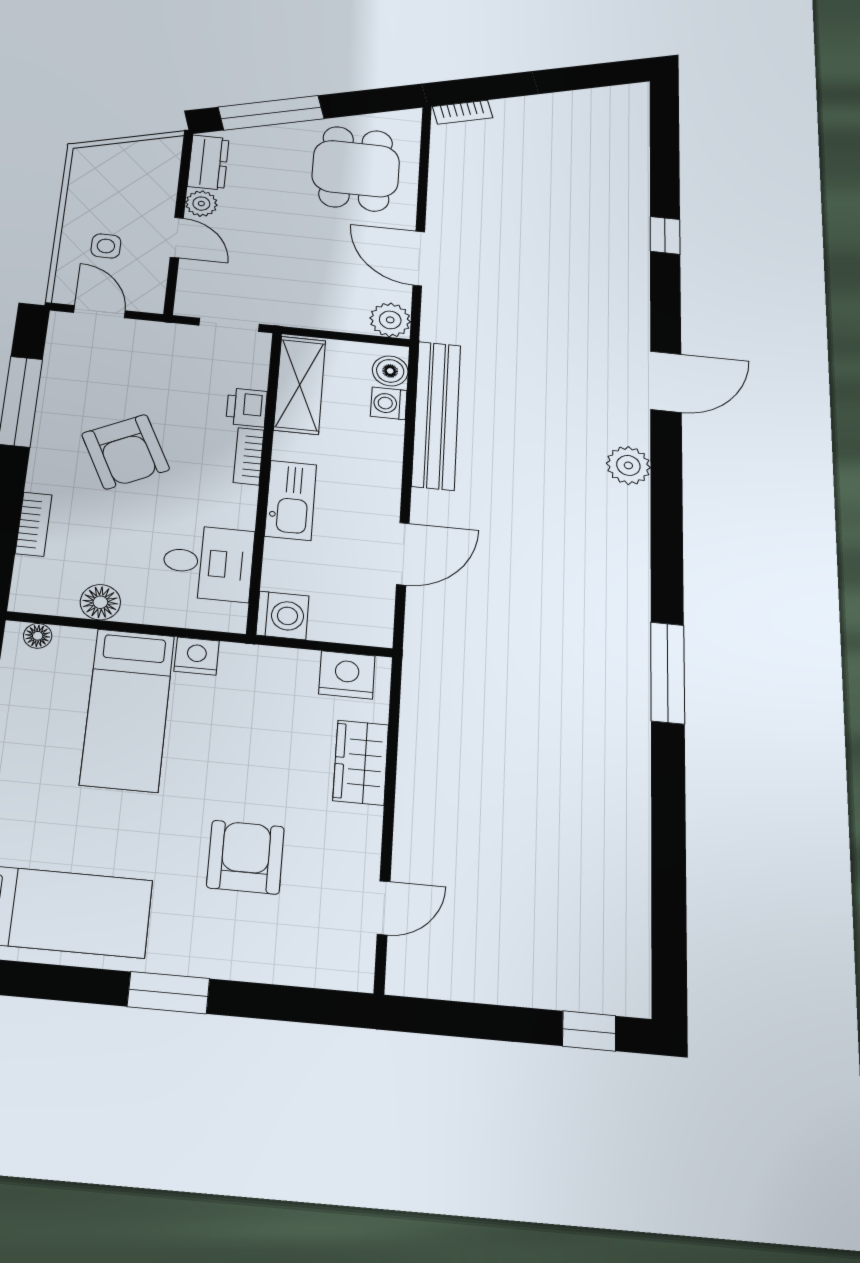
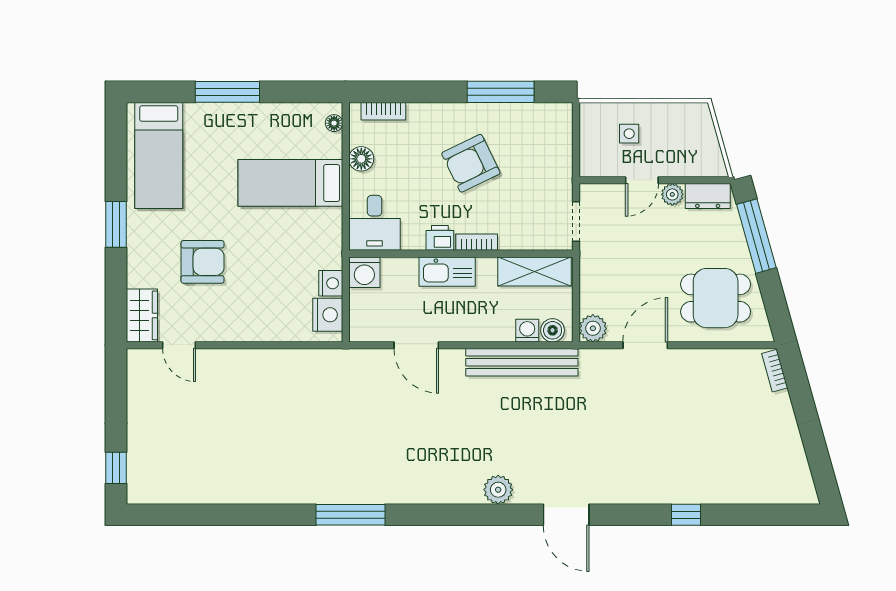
door: (100, 312) -> (576, 135), removed
printer: (246, 407) -> (440, 238), moved
bookcase: (34, 524) -> (383, 111), moved
desk: (208, 563) -> (374, 223), moved
nightstand: (197, 656) -> (331, 283), moved
wardrobe: (361, 762) -> (142, 315), moved, turned 90

